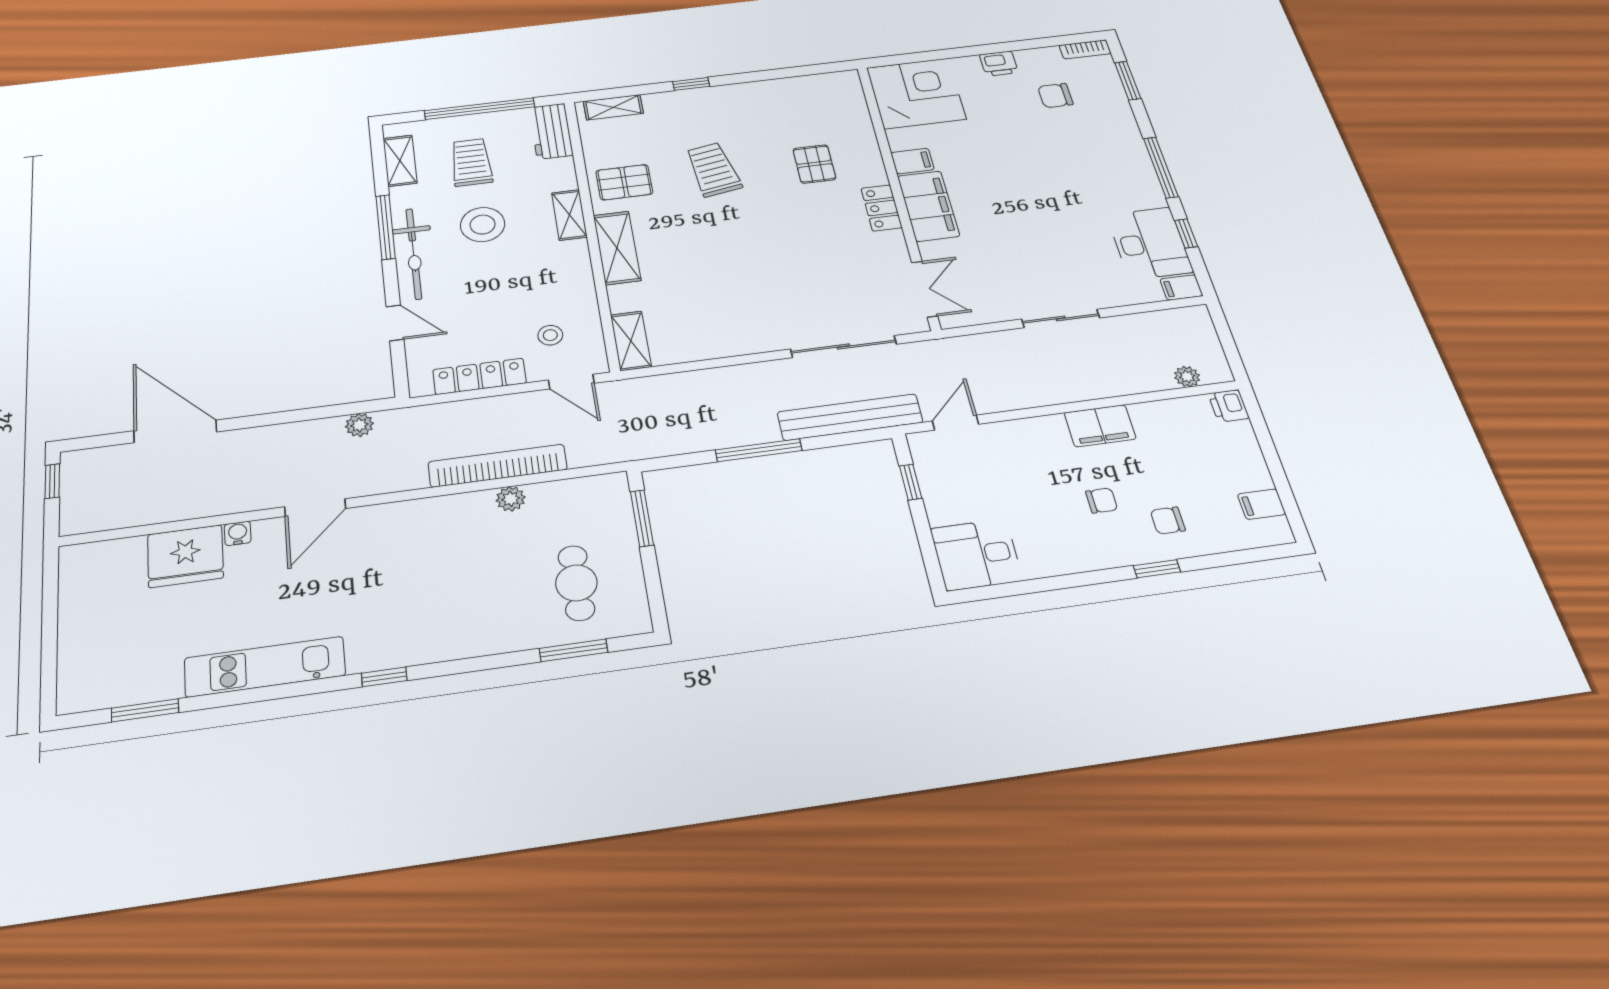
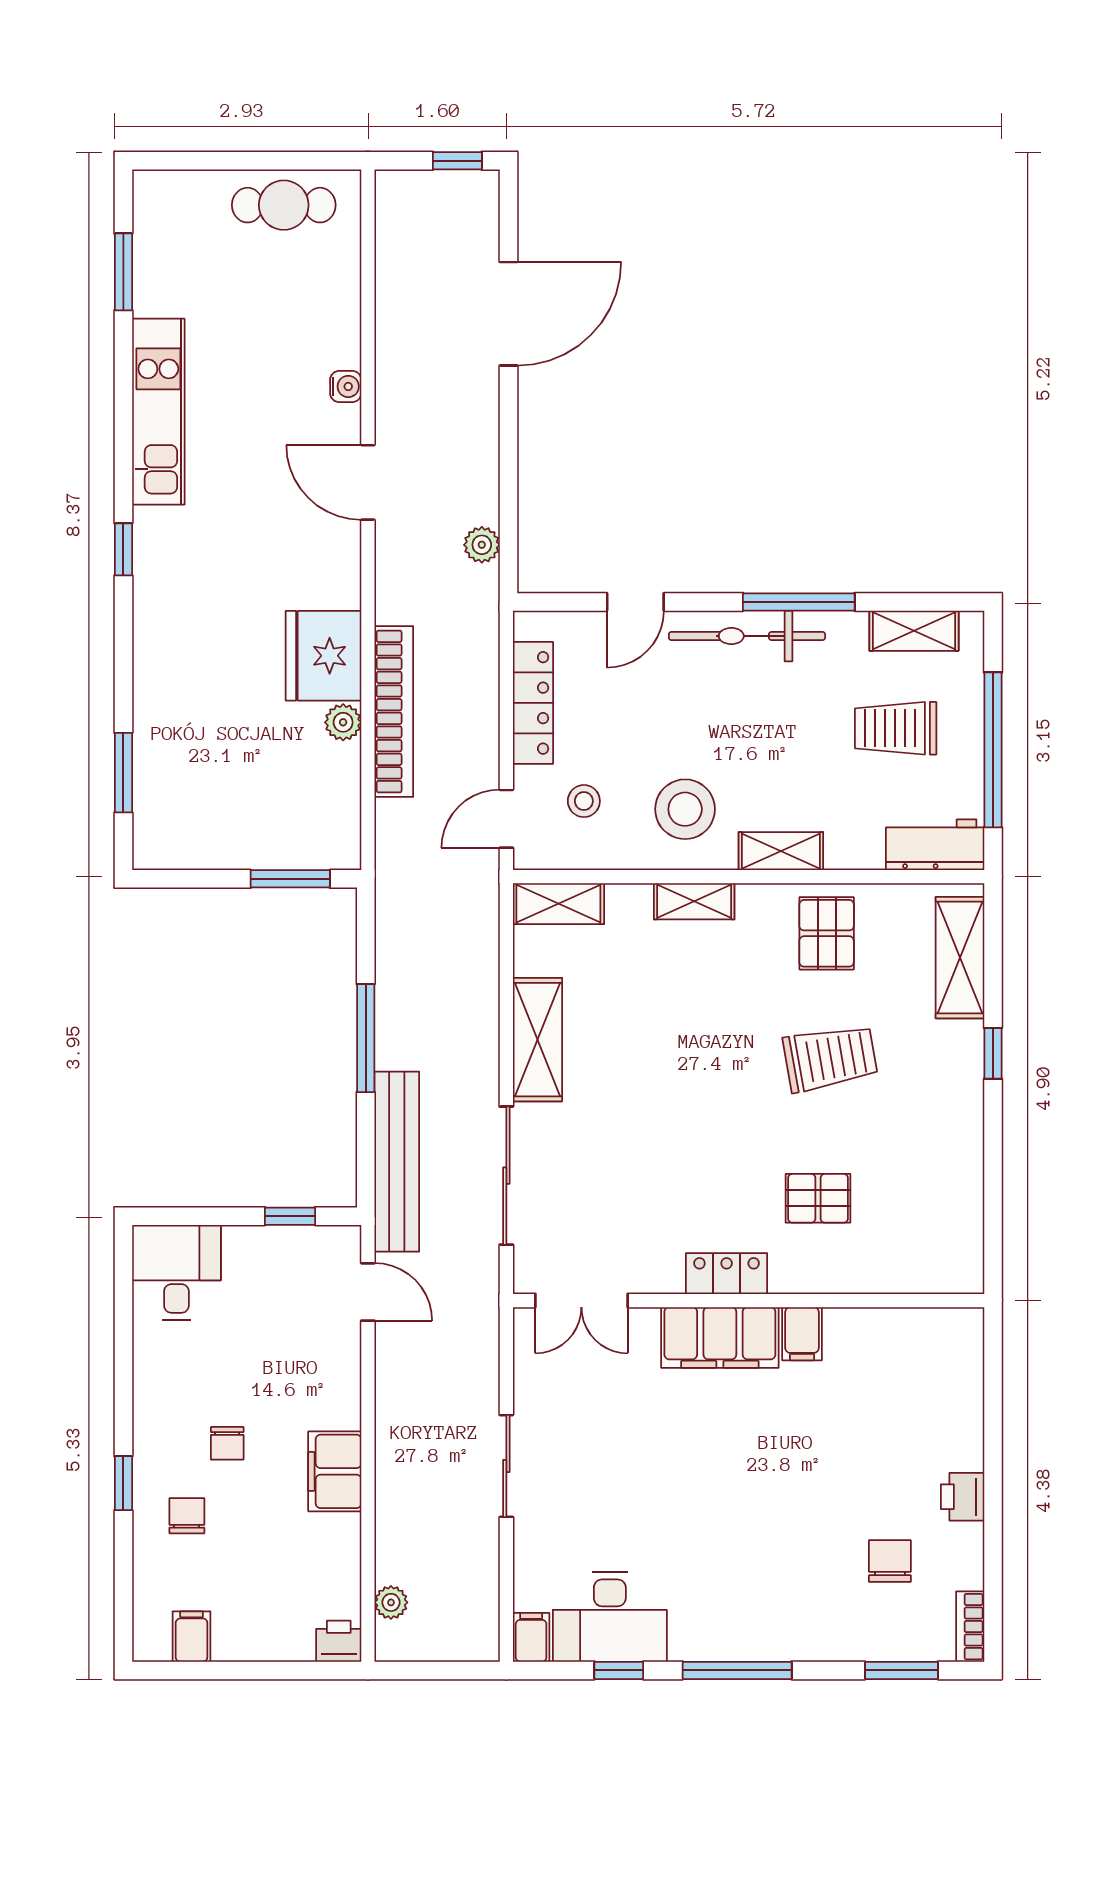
corner desk: (916, 93) -> (925, 1367), removed
shelving: (613, 107) -> (960, 958), width x1.50, depth x1.33
trolley: (471, 162) -> (896, 728), turned 180
stool: (483, 225) -> (685, 809), moved
shelving: (617, 248) -> (694, 901), width x0.67, depth x0.75
shelving: (736, 341) -> (537, 1040), added
fridge: (185, 556) -> (323, 656), moved
cafe table: (576, 583) -> (284, 205), moved

